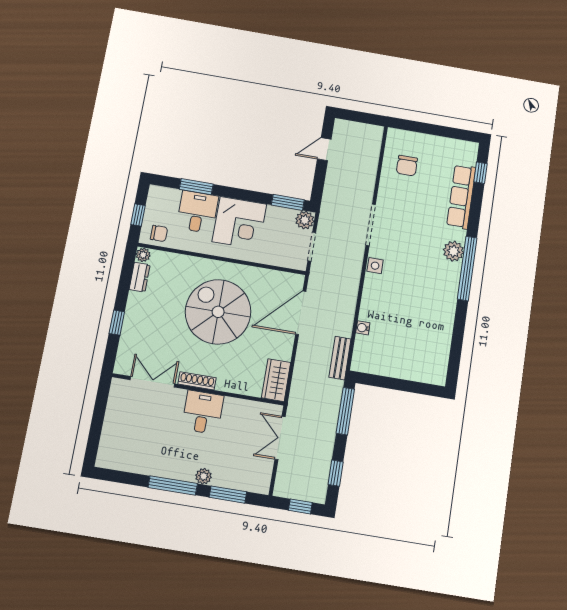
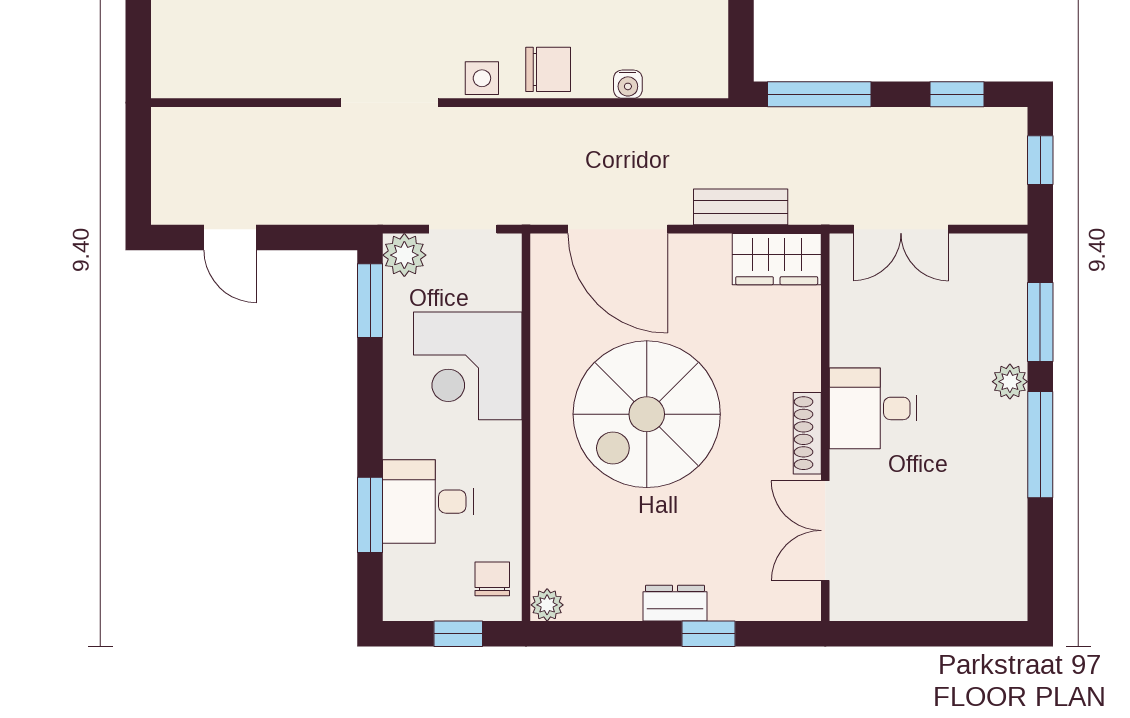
chair: (407, 166) -> (548, 69), moved
corner desk: (239, 223) -> (468, 366), moved, turned 180
dresser: (140, 277) -> (675, 603), moved
bench: (340, 358) -> (741, 207), moved

